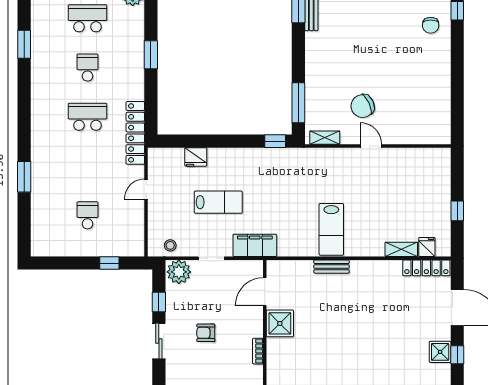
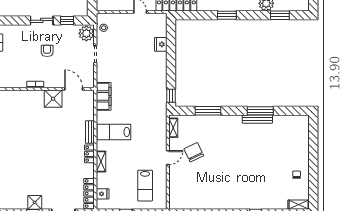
chair: (431, 25) -> (246, 196), removed
window: (298, 103) -> (208, 111), moved
lab bench: (218, 202) -> (145, 186), moved
filing cabinet: (255, 245) -> (104, 96), moved
shelving: (401, 249) -> (101, 162), moved
locker: (365, 267) -> (89, 154), added

